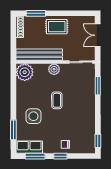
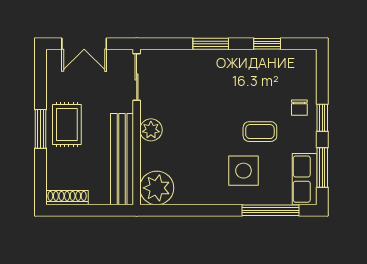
window: (36, 13) -> (41, 129), moved
window: (98, 86) -> (211, 44), moved
coffee table: (57, 100) -> (260, 132), moved
window: (13, 130) -> (271, 210), width x1.44
window: (98, 141) -> (267, 44), moved

